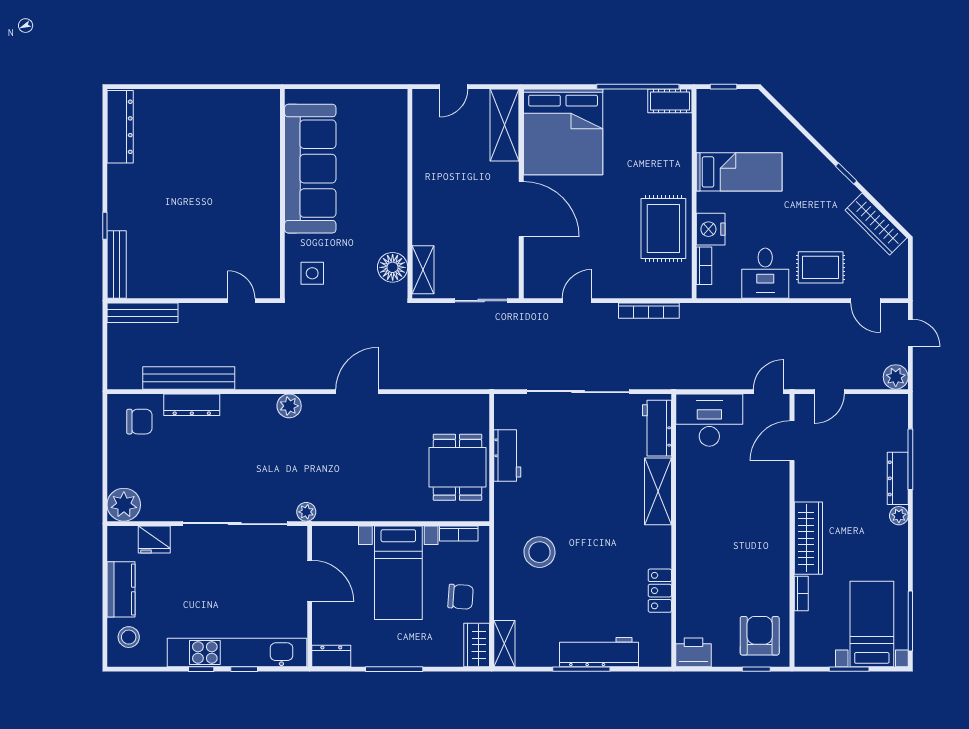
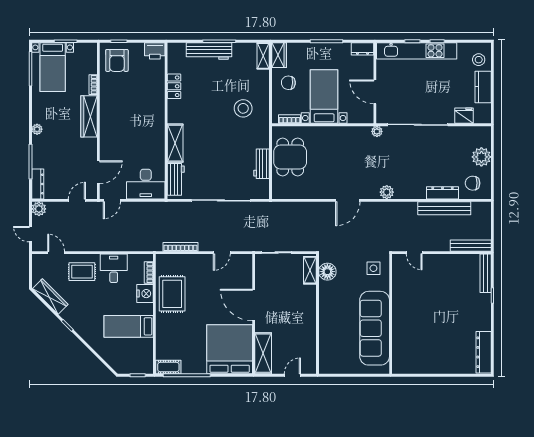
dresser: (898, 478) -> (38, 184), moved
plant: (124, 505) -> (481, 157), moved

